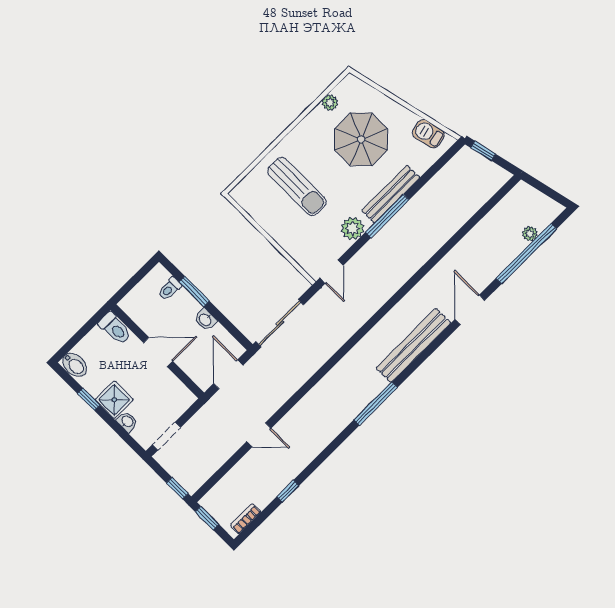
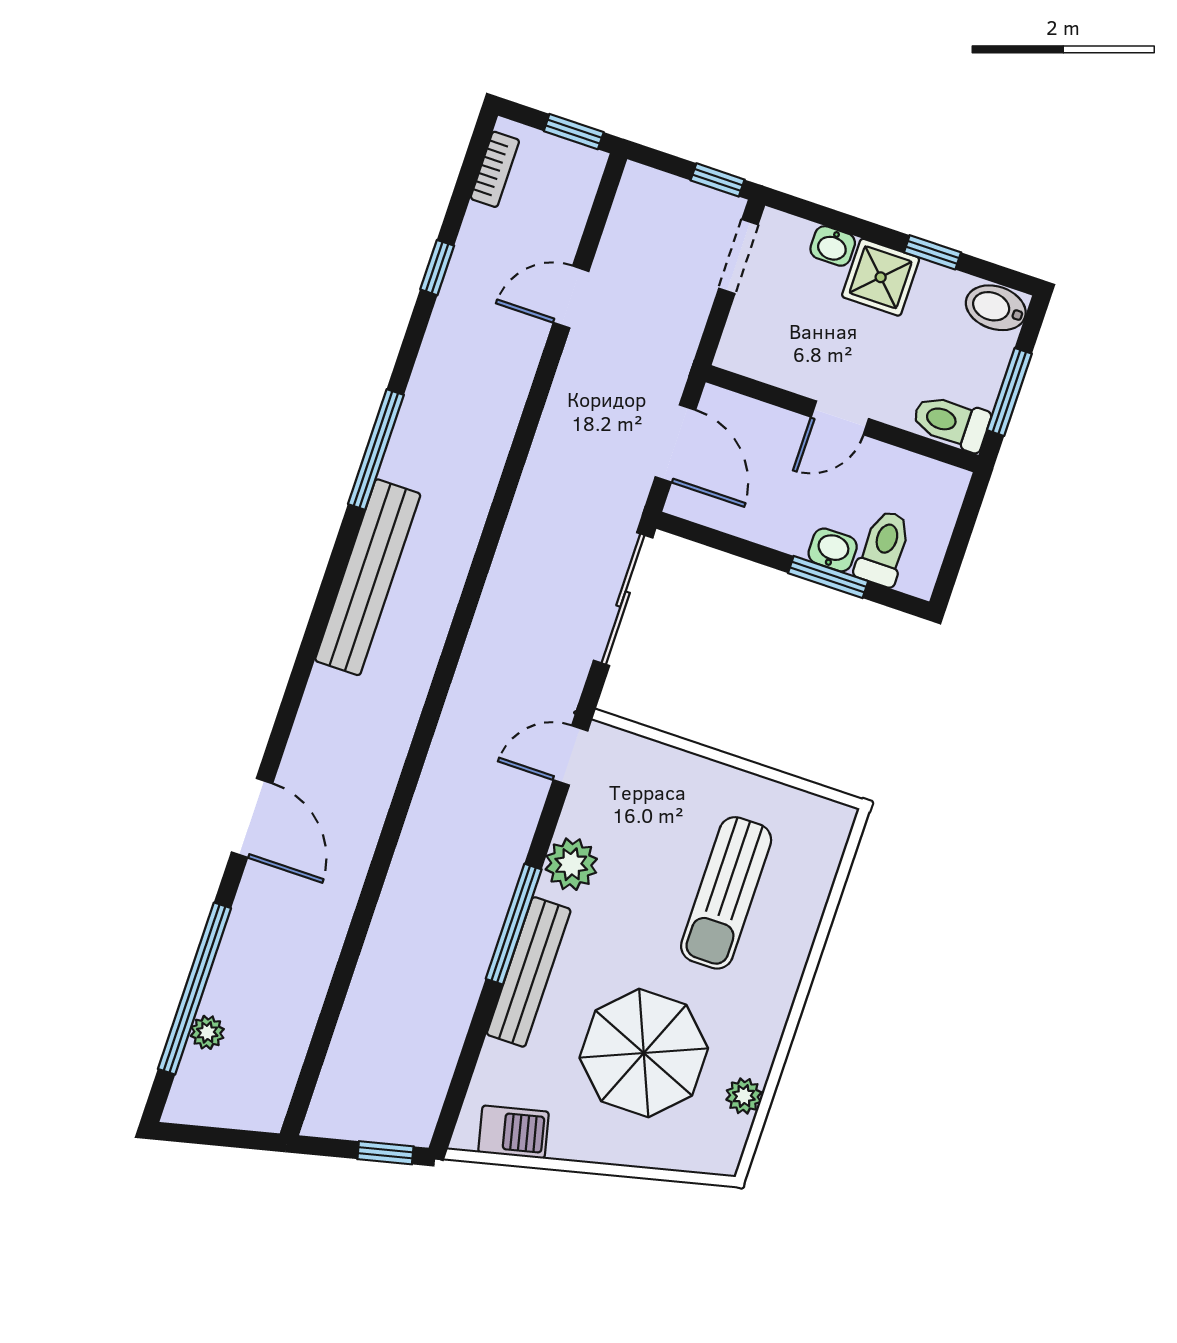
sun lounger: (297, 186) -> (726, 893), turned -90
door: (331, 272) -> (570, 755), hinge flipped
toilet: (170, 289) -> (884, 548), width x1.37, depth x1.39
washbasin: (205, 320) -> (833, 550), moved
window: (86, 329) -> (1009, 392), added
bench: (413, 345) -> (368, 577), moved
door: (158, 352) -> (840, 418), width x0.73
window: (376, 404) -> (376, 450), moved
door: (259, 435) -> (571, 297), moved
window: (177, 488) -> (718, 180), moved

